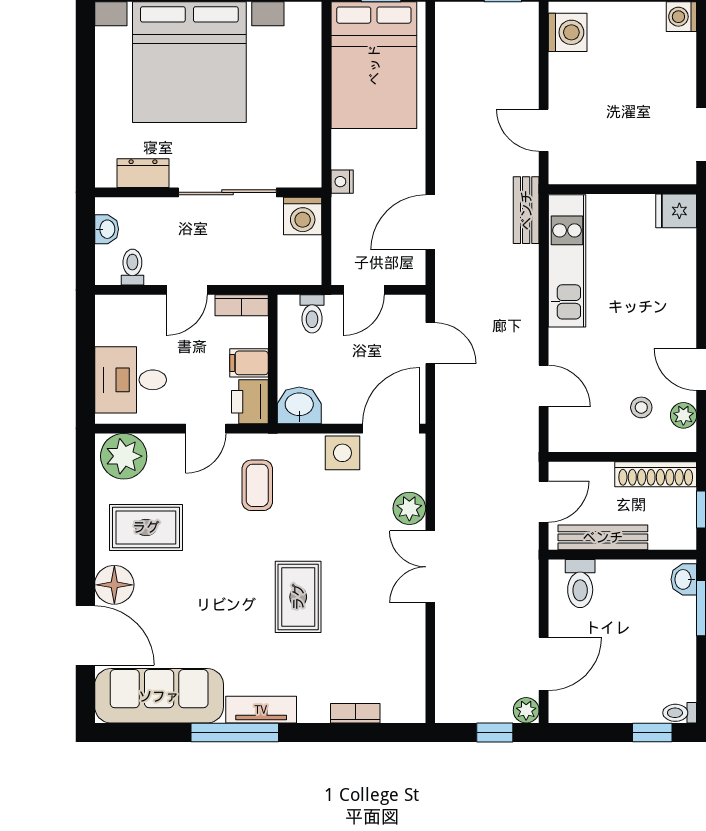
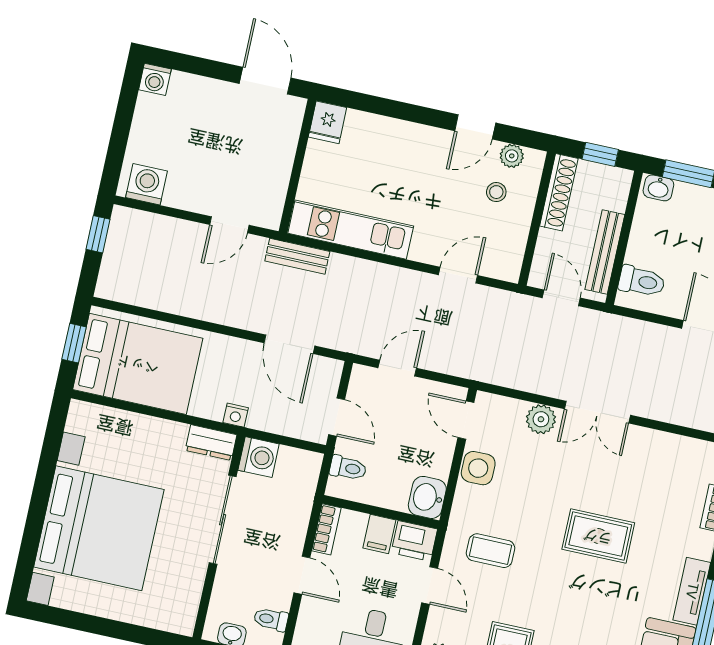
dresser: (143, 173) -> (211, 443), moved, turned -90
door: (391, 429) -> (466, 420), width x0.73

